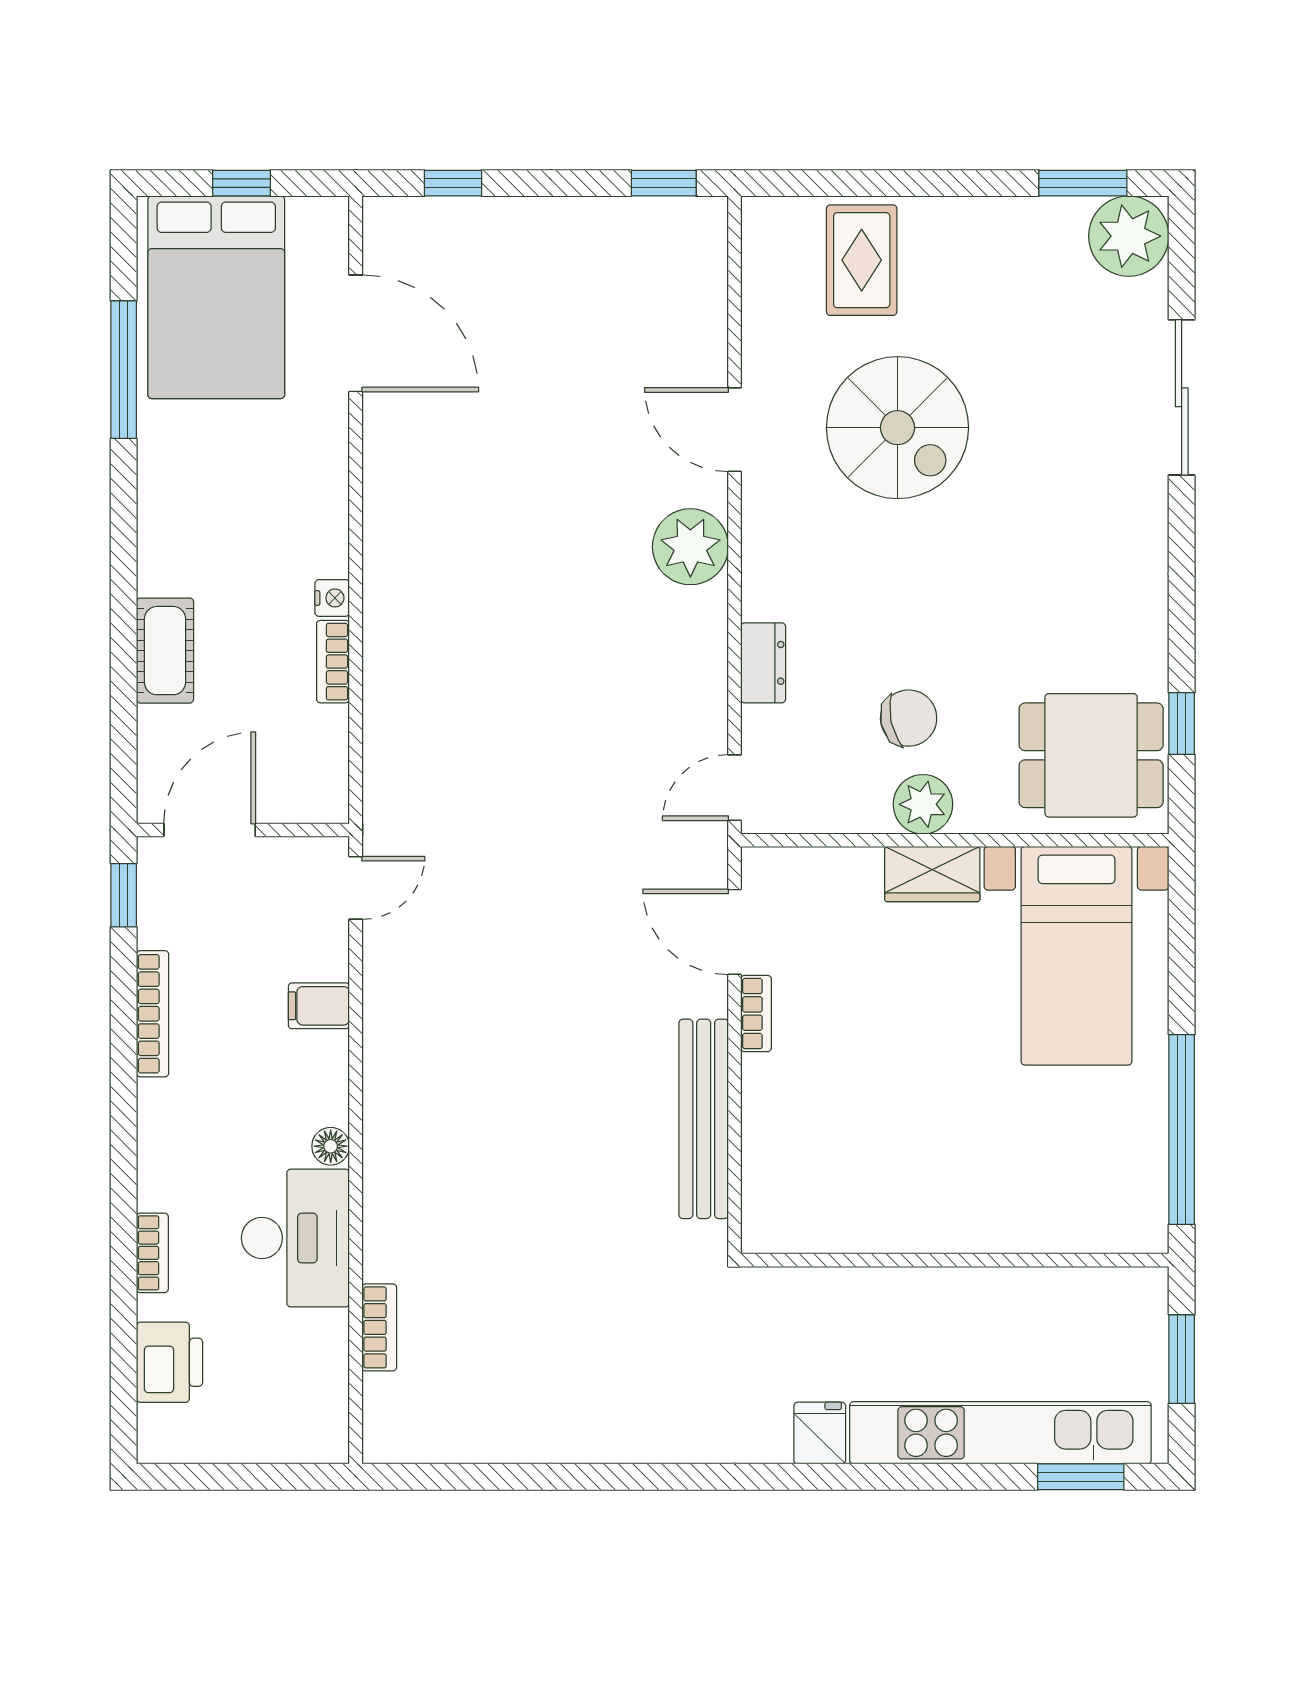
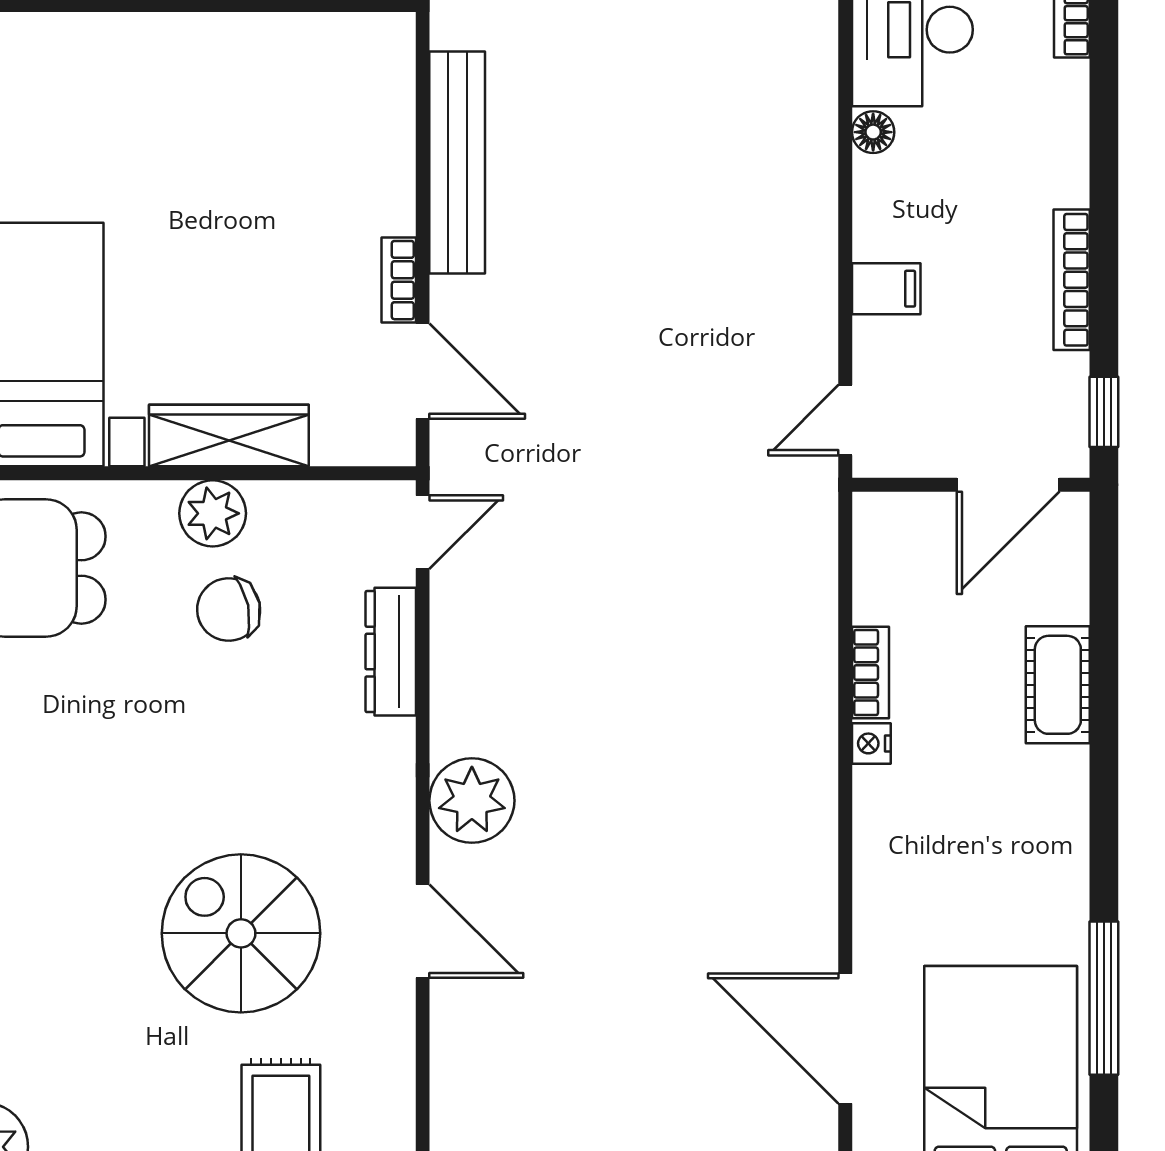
dresser: (763, 663) -> (391, 652), width x1.44
wardrobe: (932, 874) -> (229, 436), width x1.50

